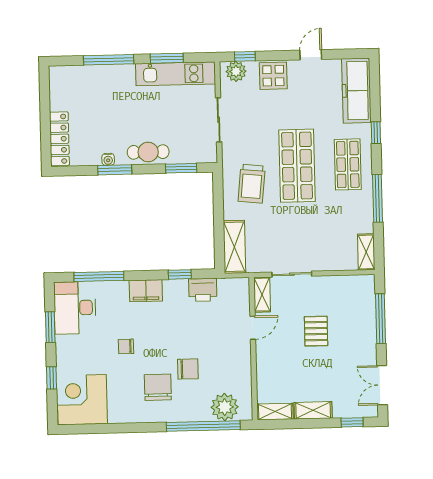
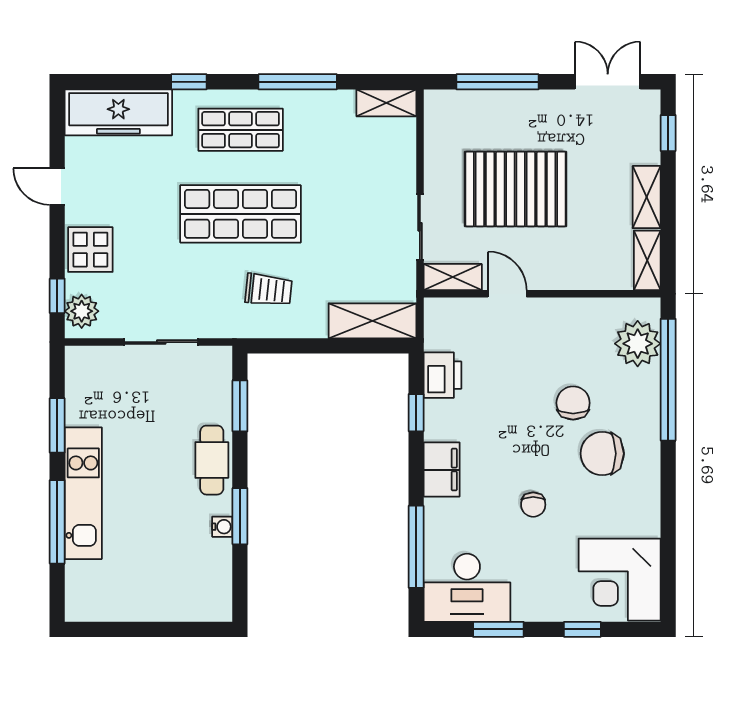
kitchen unit: (176, 74) -> (83, 493), moved
locker: (59, 139) -> (186, 607), removed
trolley: (252, 184) -> (269, 290), width x0.73, depth x0.72
pallet: (316, 331) -> (516, 189), width x2.05, depth x2.00
double door: (382, 385) -> (608, 82), swing flipped

